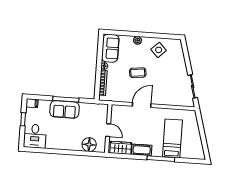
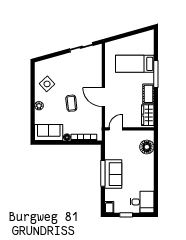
door: (108, 130) -> (116, 129), moved

